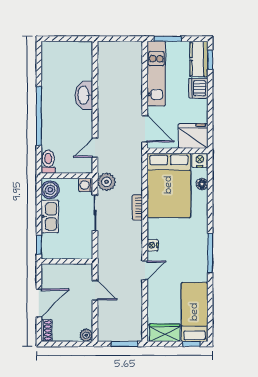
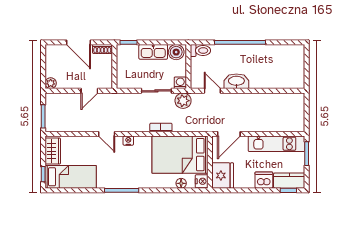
washbasin: (84, 95) -> (236, 81), moved
shoe rack: (47, 331) -> (102, 49), moved

